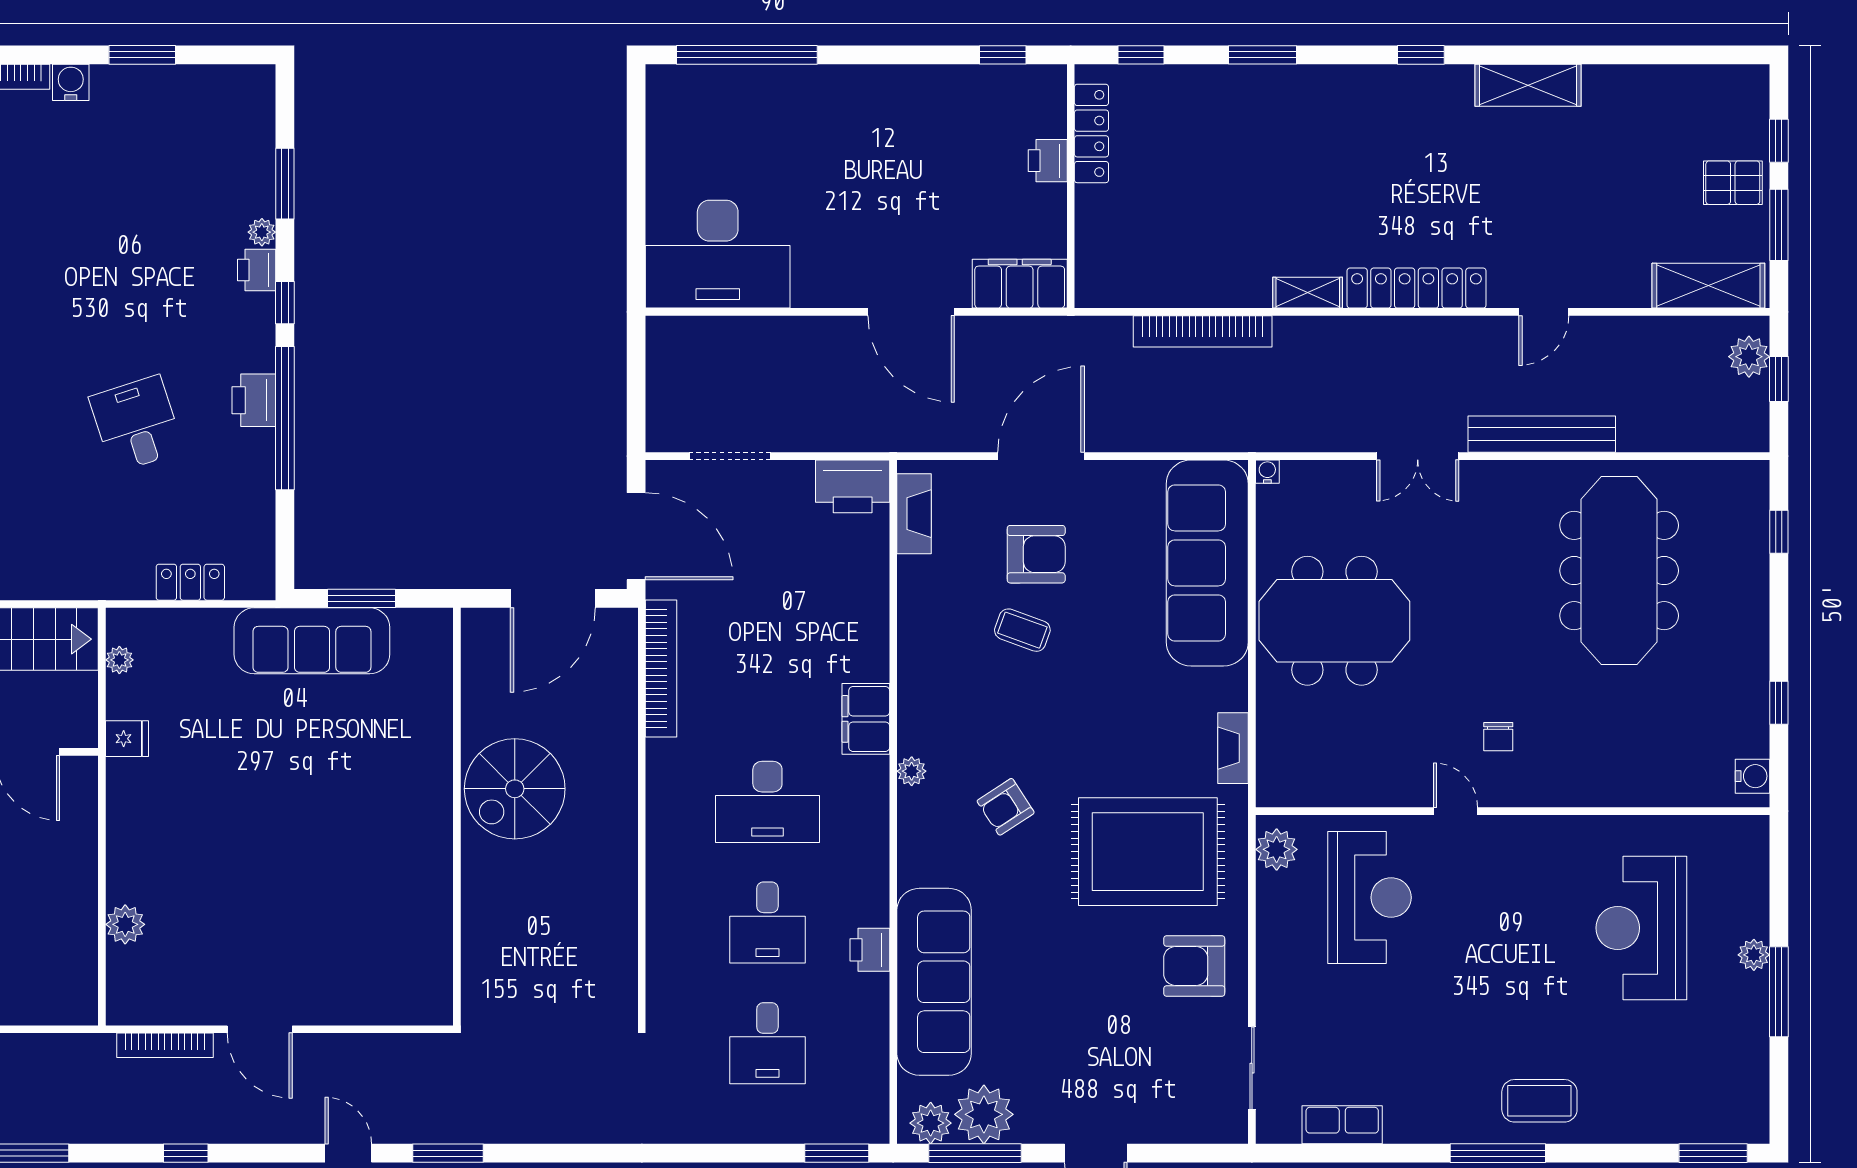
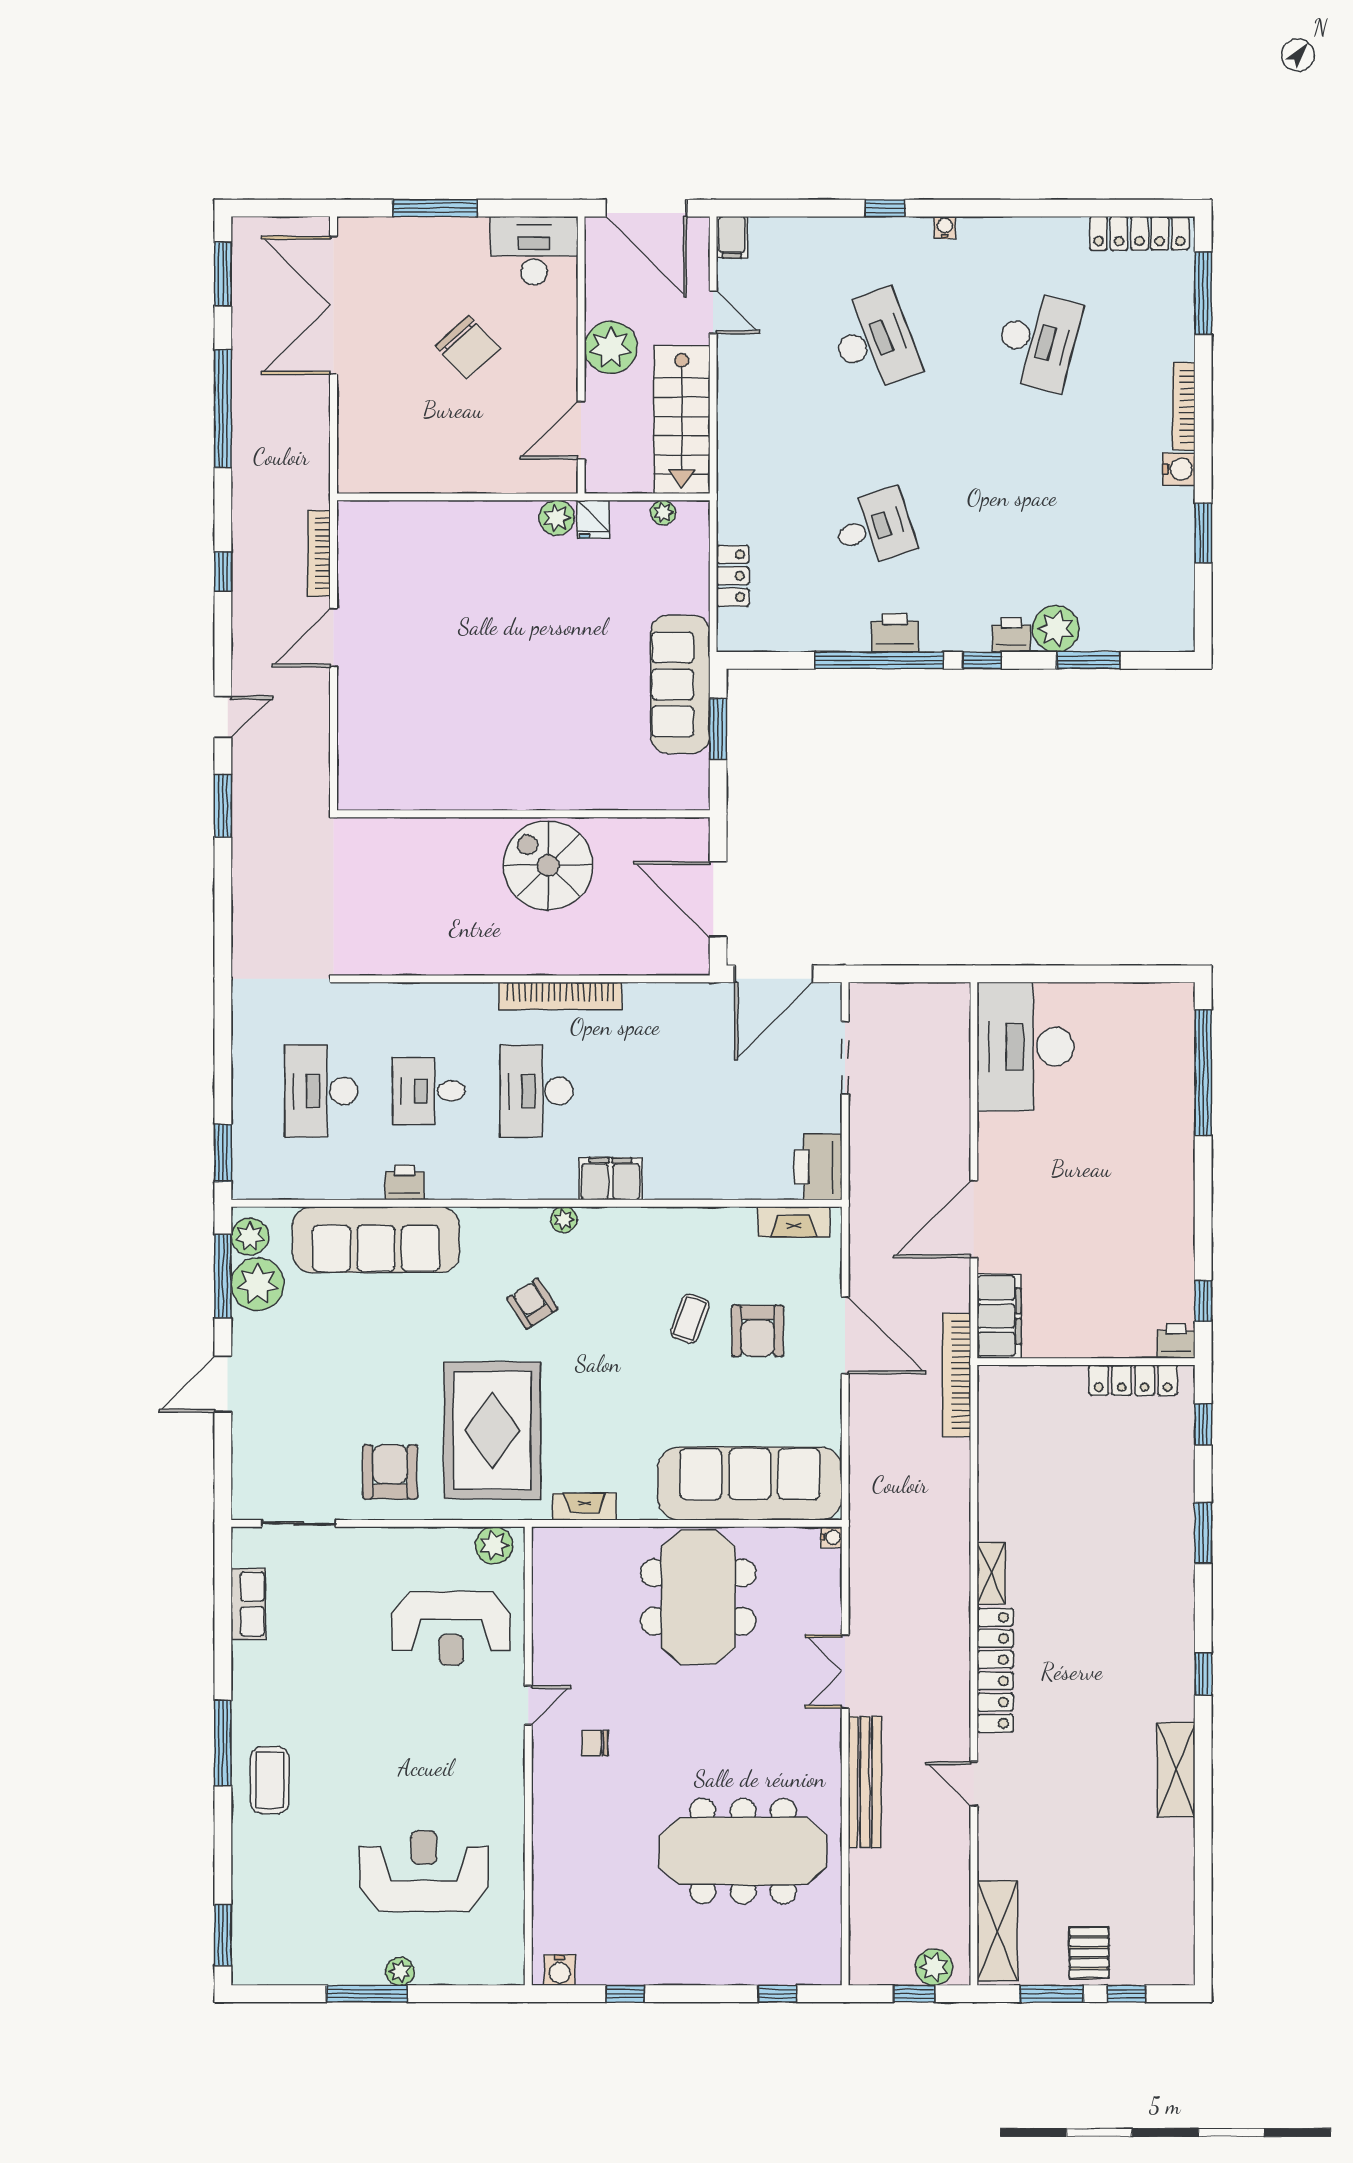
printer: (1048, 161) -> (1176, 1341), moved
plant: (262, 232) -> (1056, 629), width x1.87, depth x1.87
bookcase: (1203, 331) -> (957, 1375), moved
bookcase: (661, 669) -> (560, 996), moved
plant: (125, 924) -> (557, 518), moved
desk: (767, 1043) -> (321, 1091), width x1.37

